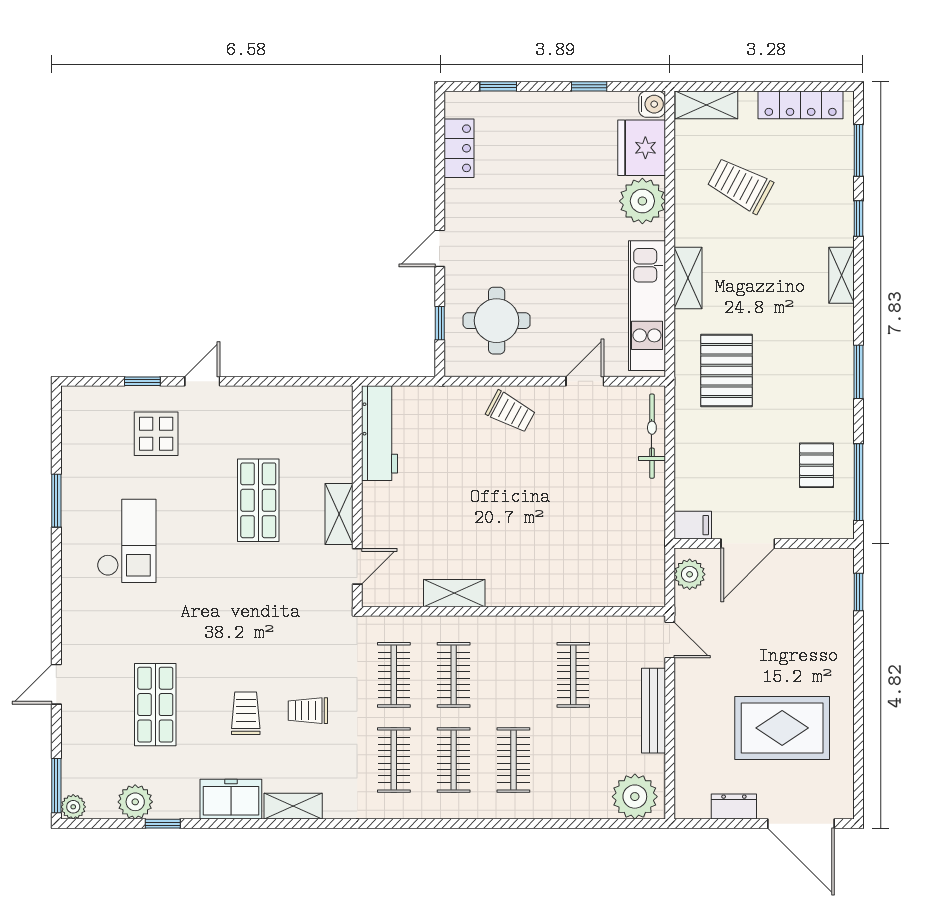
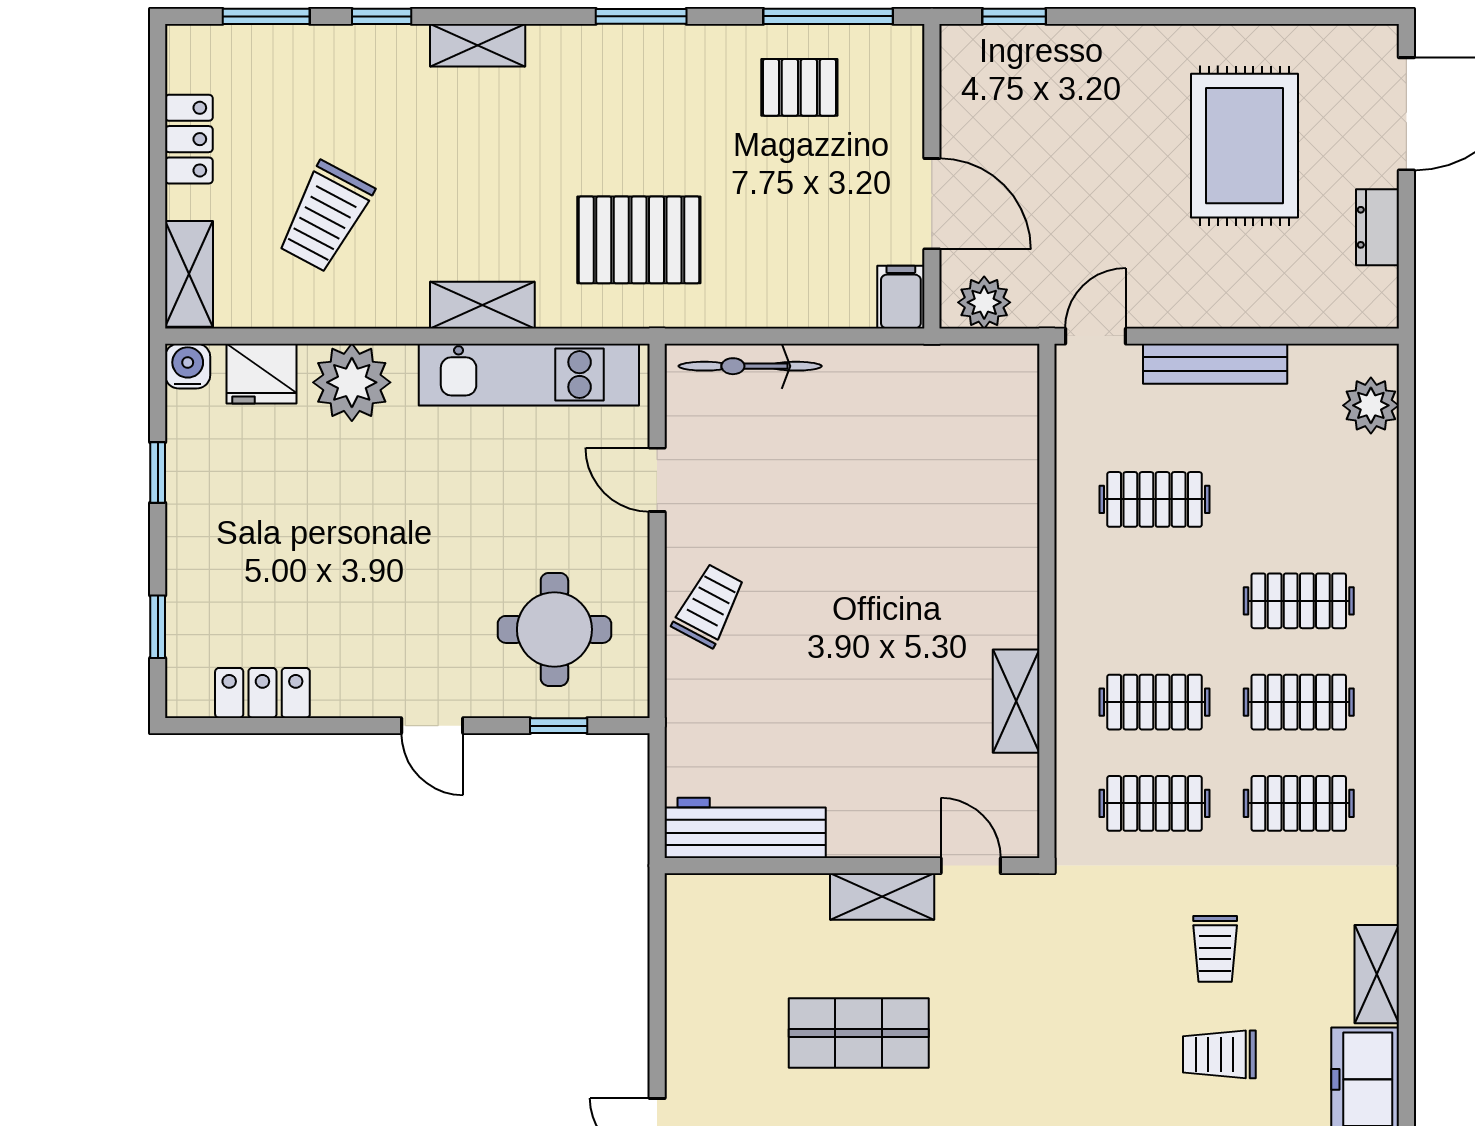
locker: (801, 105) -> (189, 139), width x0.66
fridge: (642, 148) -> (262, 374), width x0.73, depth x0.75
plant: (635, 797) -> (1371, 405), width x0.73, depth x0.73

